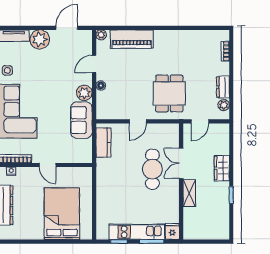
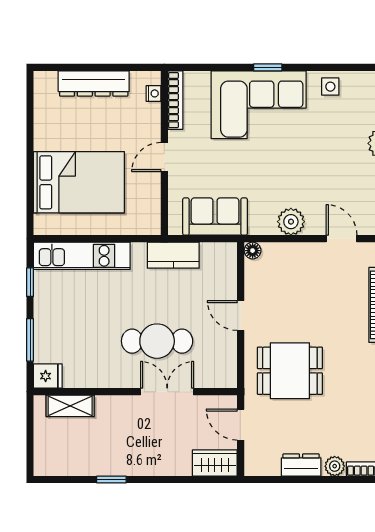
floor lamp: (101, 86) -> (253, 251), moved
plant: (224, 105) -> (335, 466), moved
sofa: (81, 120) -> (215, 217), moved
kitchen counter: (103, 142) -> (173, 255), moved
wardrobe: (222, 168) -> (215, 463), moved
shelving: (189, 193) -> (70, 406), moved
kitchen unit: (137, 232) -> (82, 256), moved, turned 90

